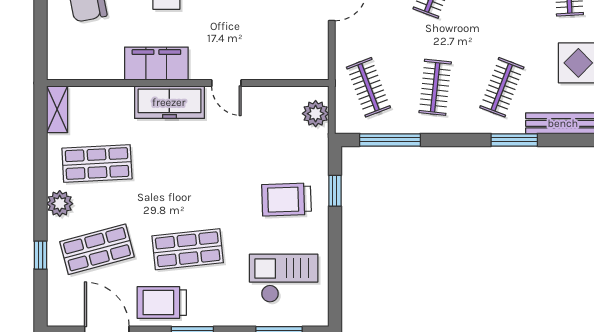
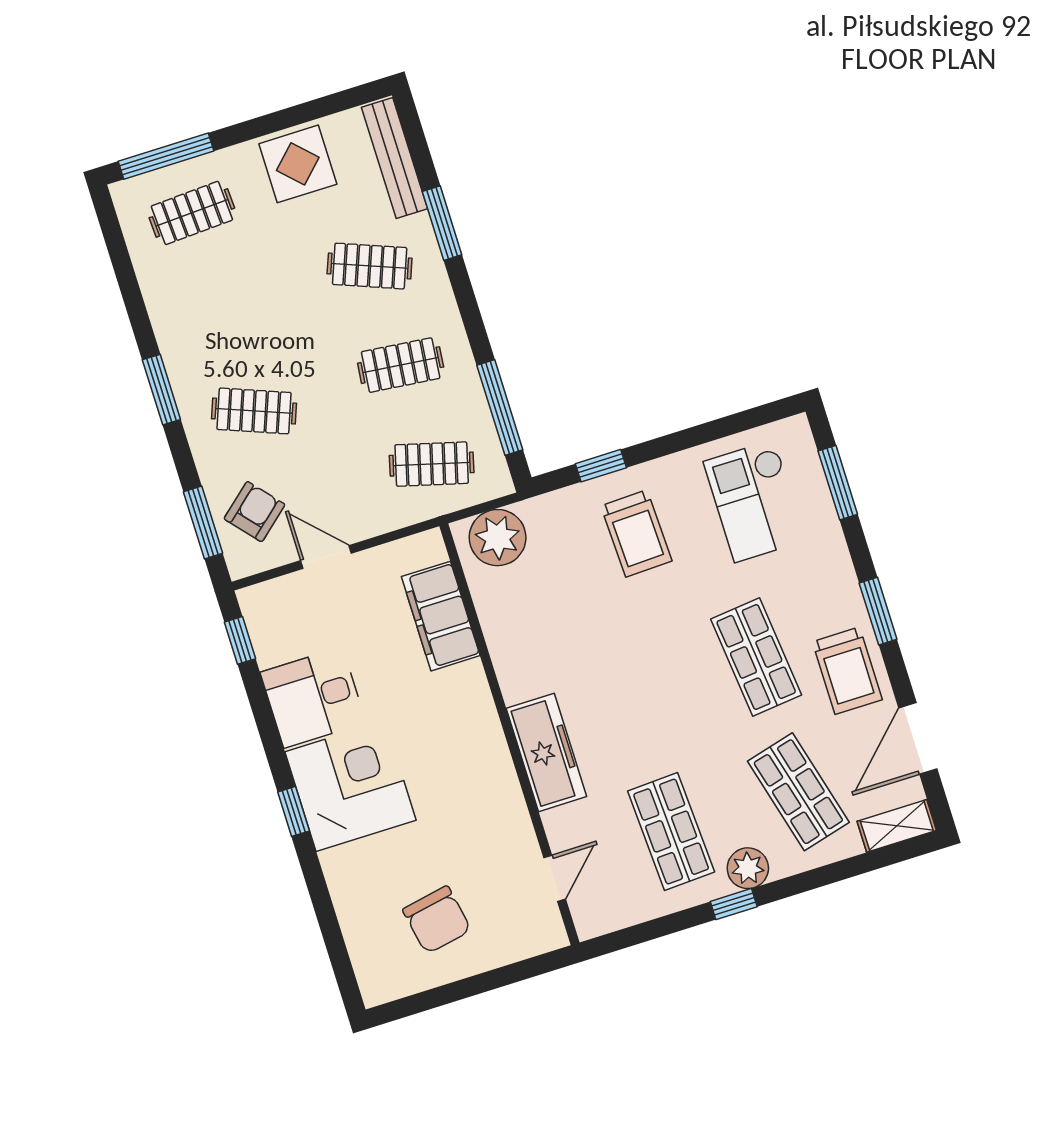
filing cabinet: (156, 64) -> (441, 616), moved
door: (226, 83) -> (555, 878), moved
clothes rail: (368, 87) -> (432, 464), turned 36
shelving: (57, 109) -> (897, 826), moved
plant: (316, 114) -> (498, 538), width x1.36, depth x1.36
window: (40, 255) -> (734, 904), moved

